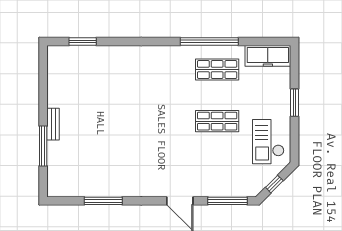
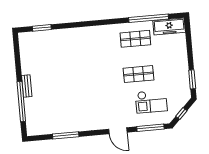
window: (209, 41) -> (149, 18), moved
window: (295, 103) -> (192, 79), moved
checkout: (268, 142) -> (151, 101), moved, turned -90
window: (43, 146) -> (21, 102), width x1.46

